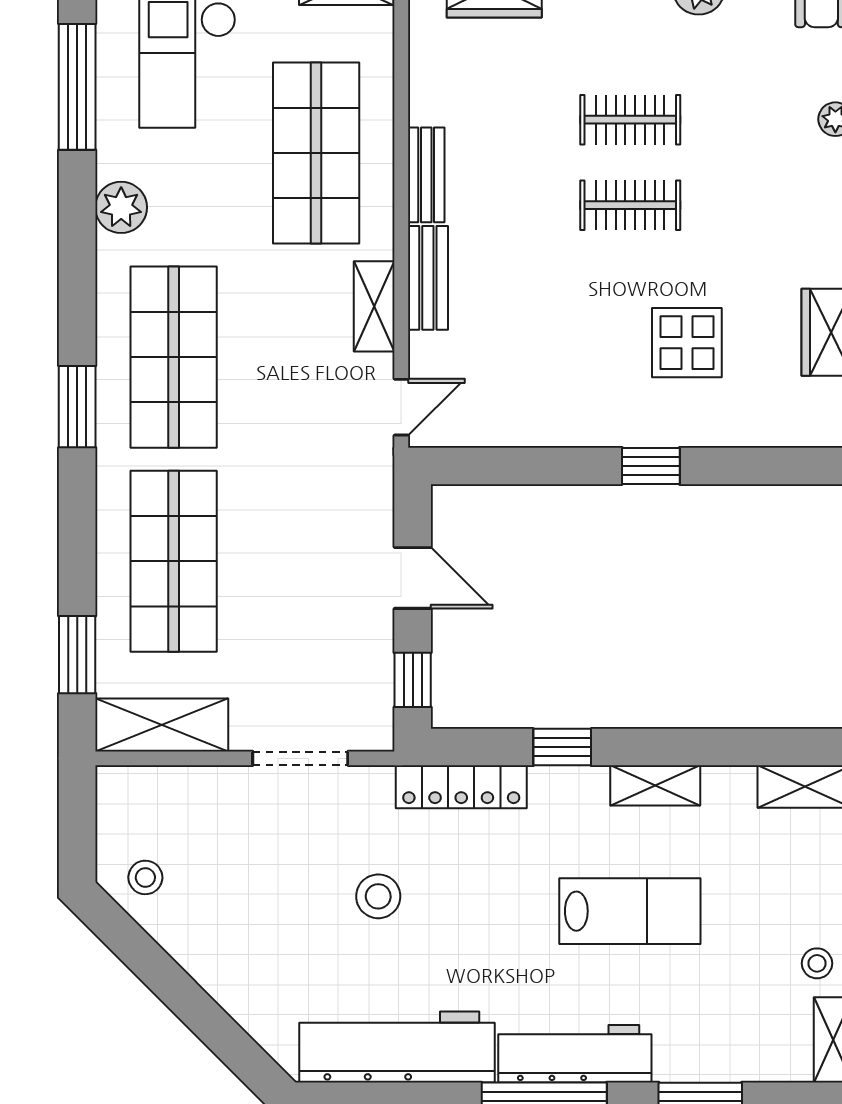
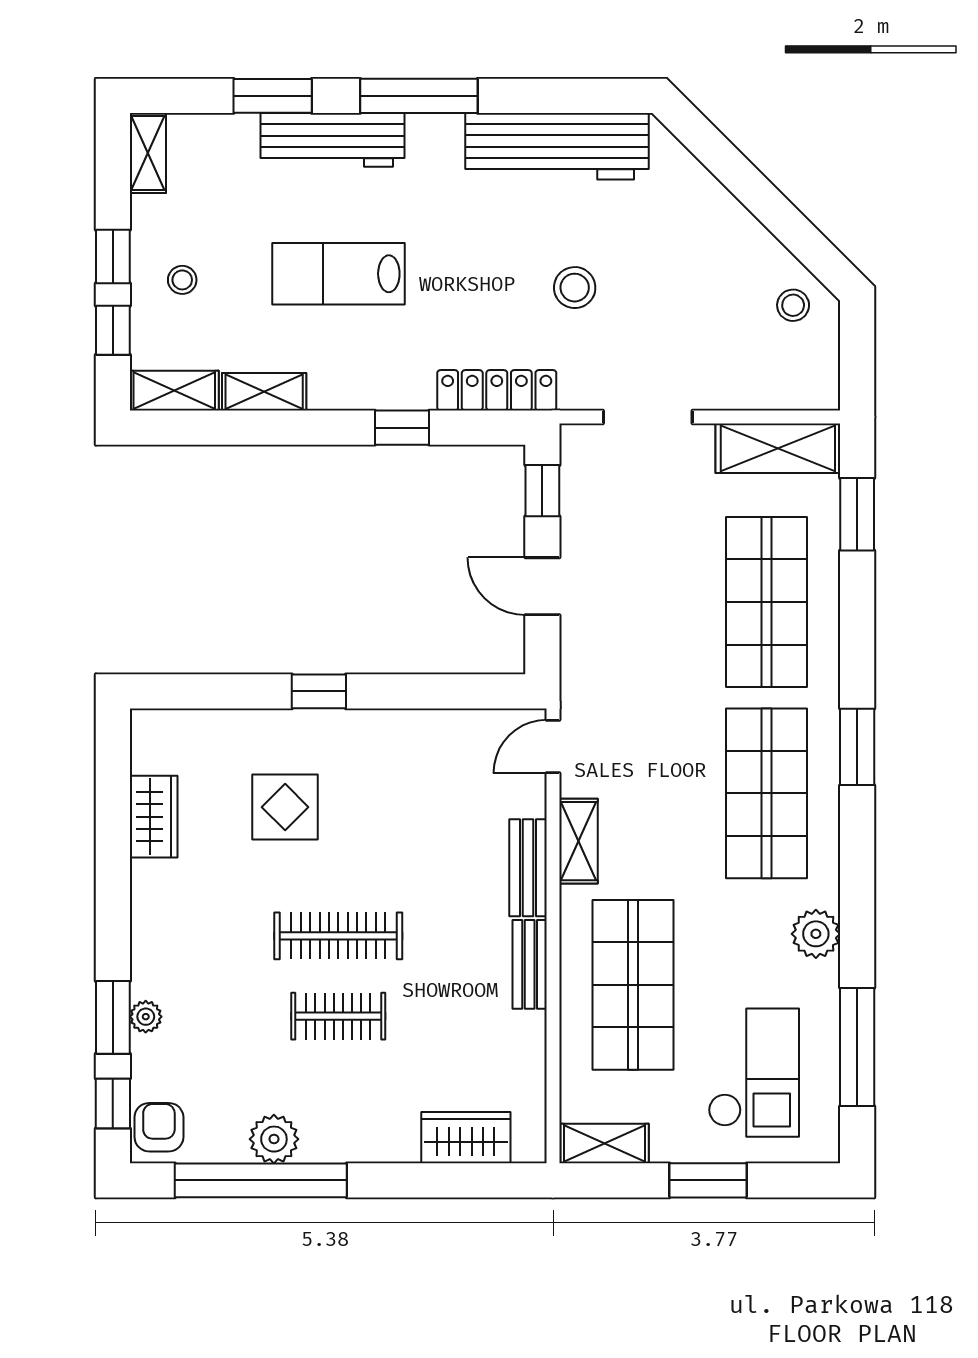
clothes rail: (630, 205) -> (338, 936), width x1.36
shelving: (655, 785) -> (264, 392), moved
stool: (817, 963) -> (182, 280), moved
workbench: (575, 1054) -> (332, 140), moved

